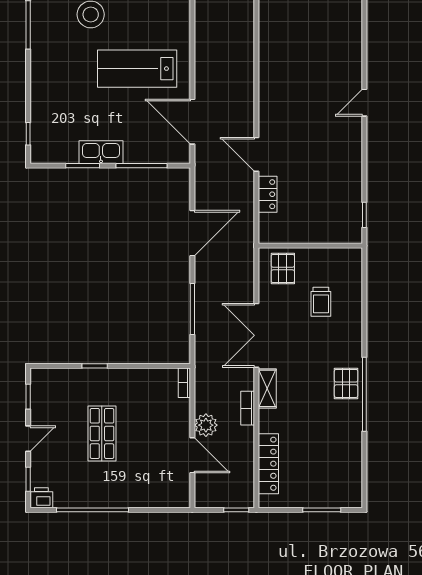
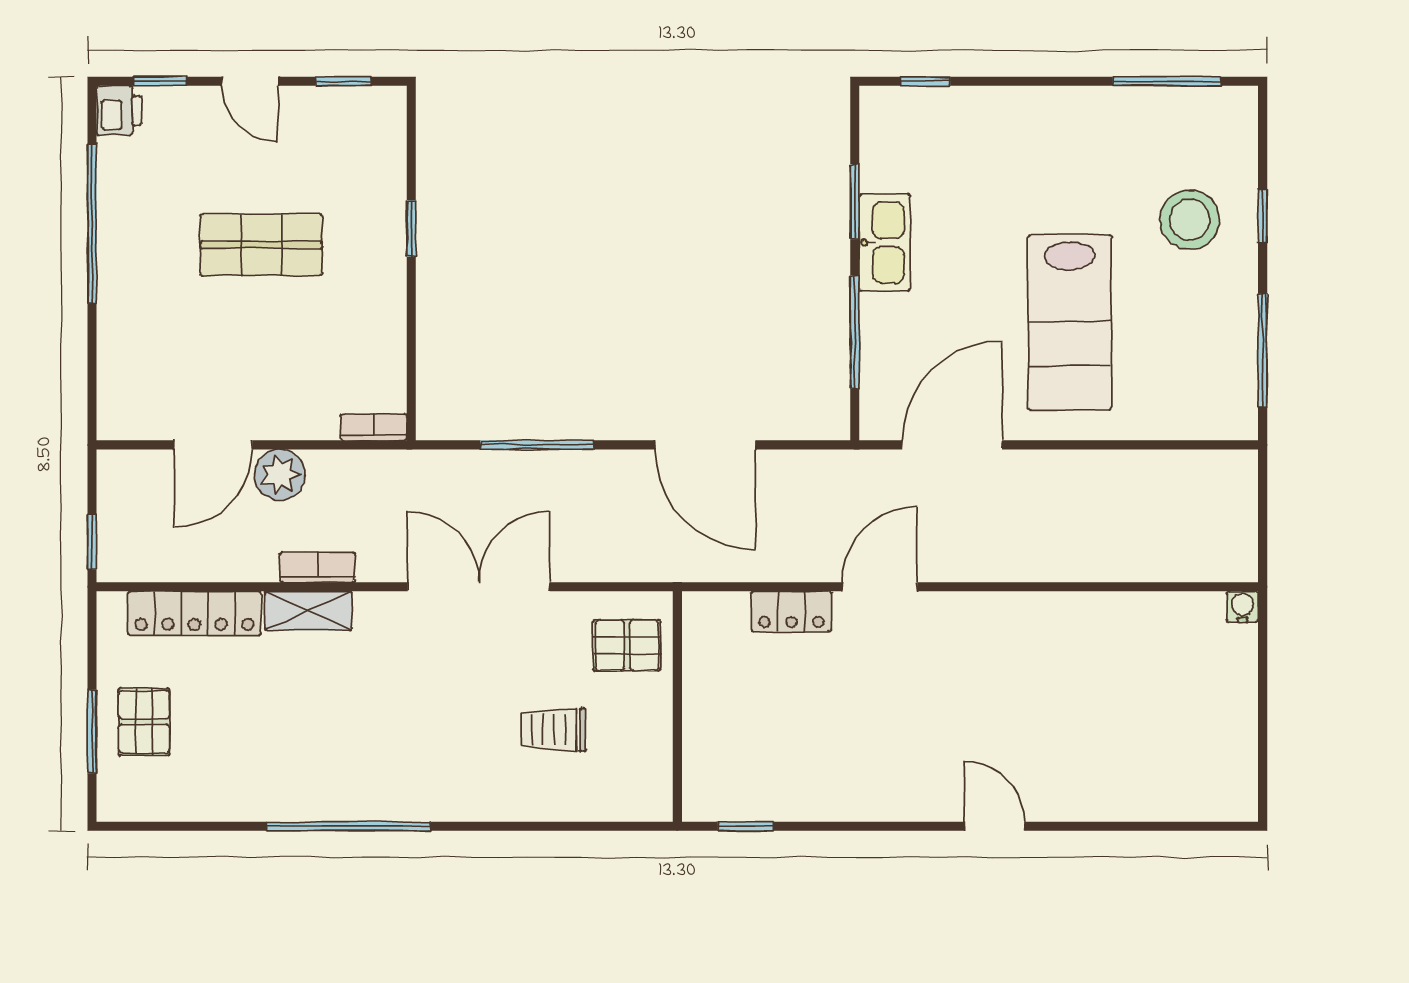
lab bench: (137, 69) -> (1070, 323), turned 180
pallet: (346, 383) -> (144, 722), moved, turned 90
shelving: (267, 388) -> (308, 611), moved

